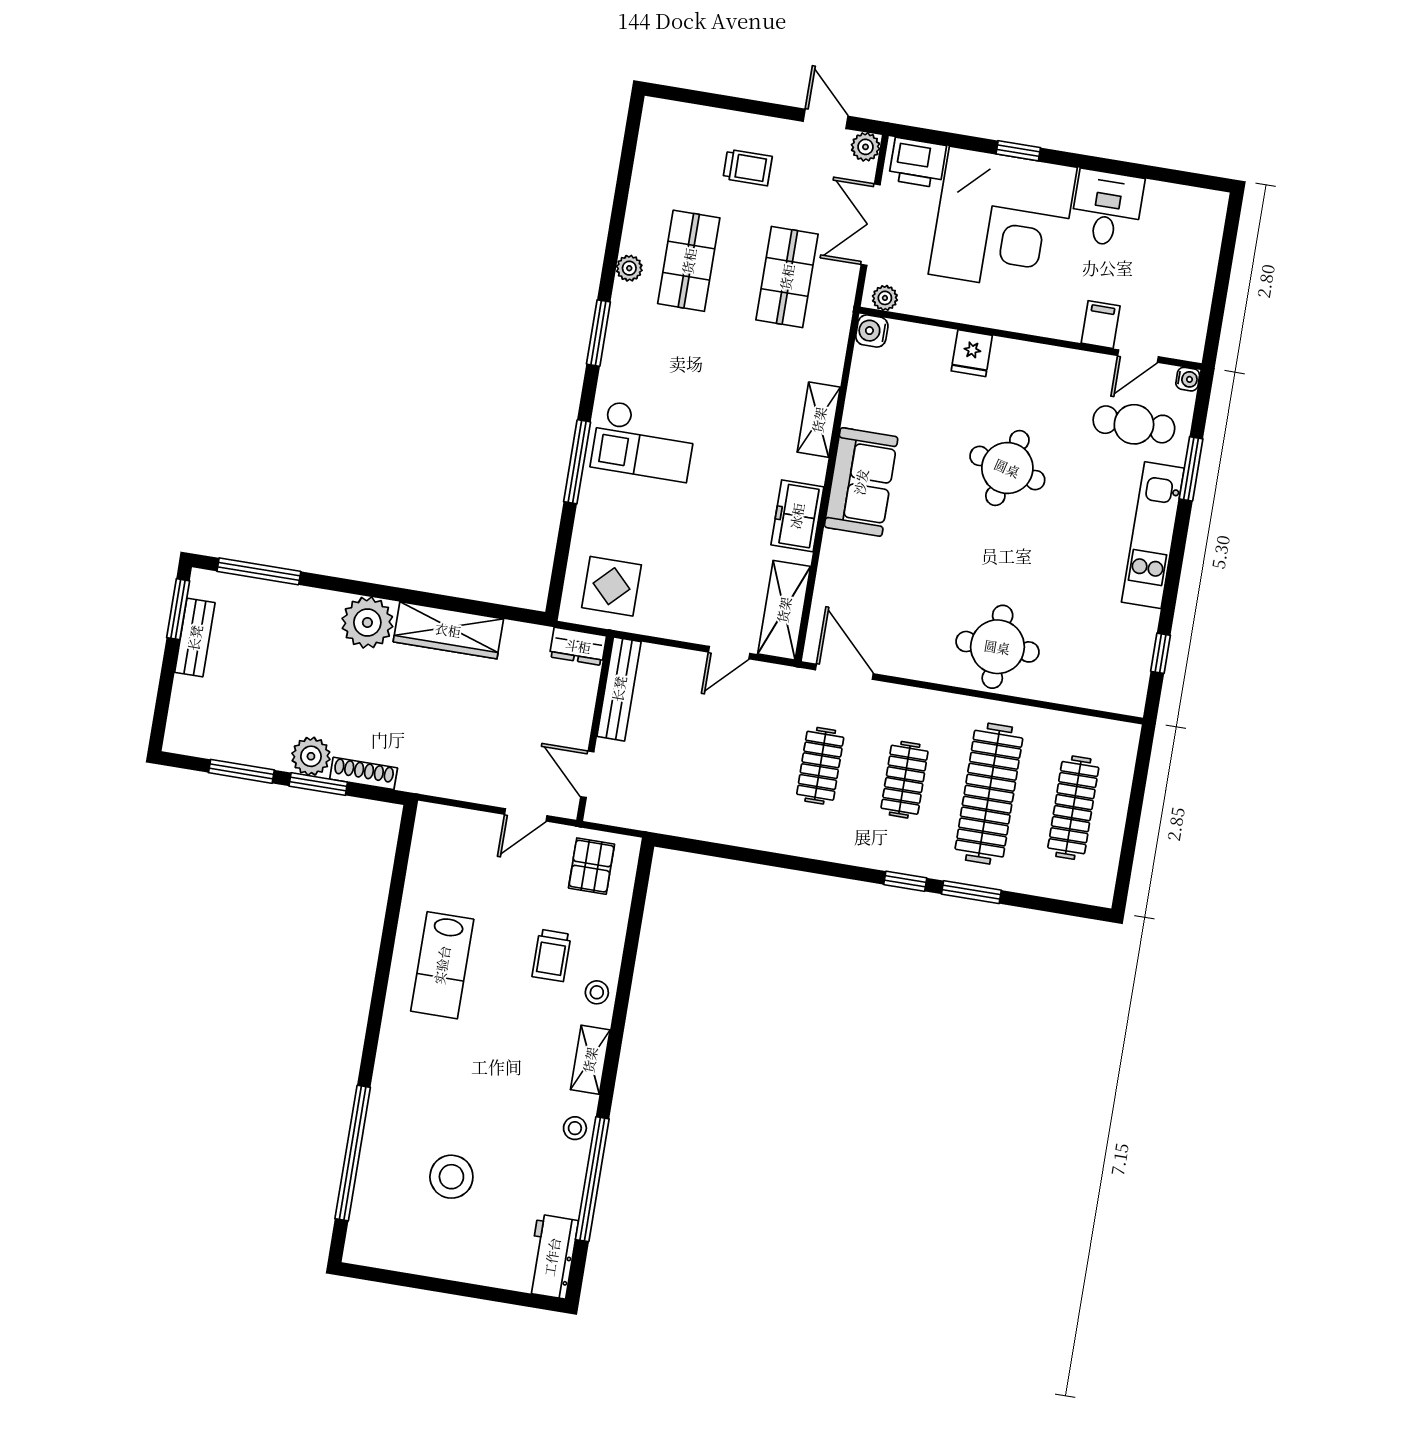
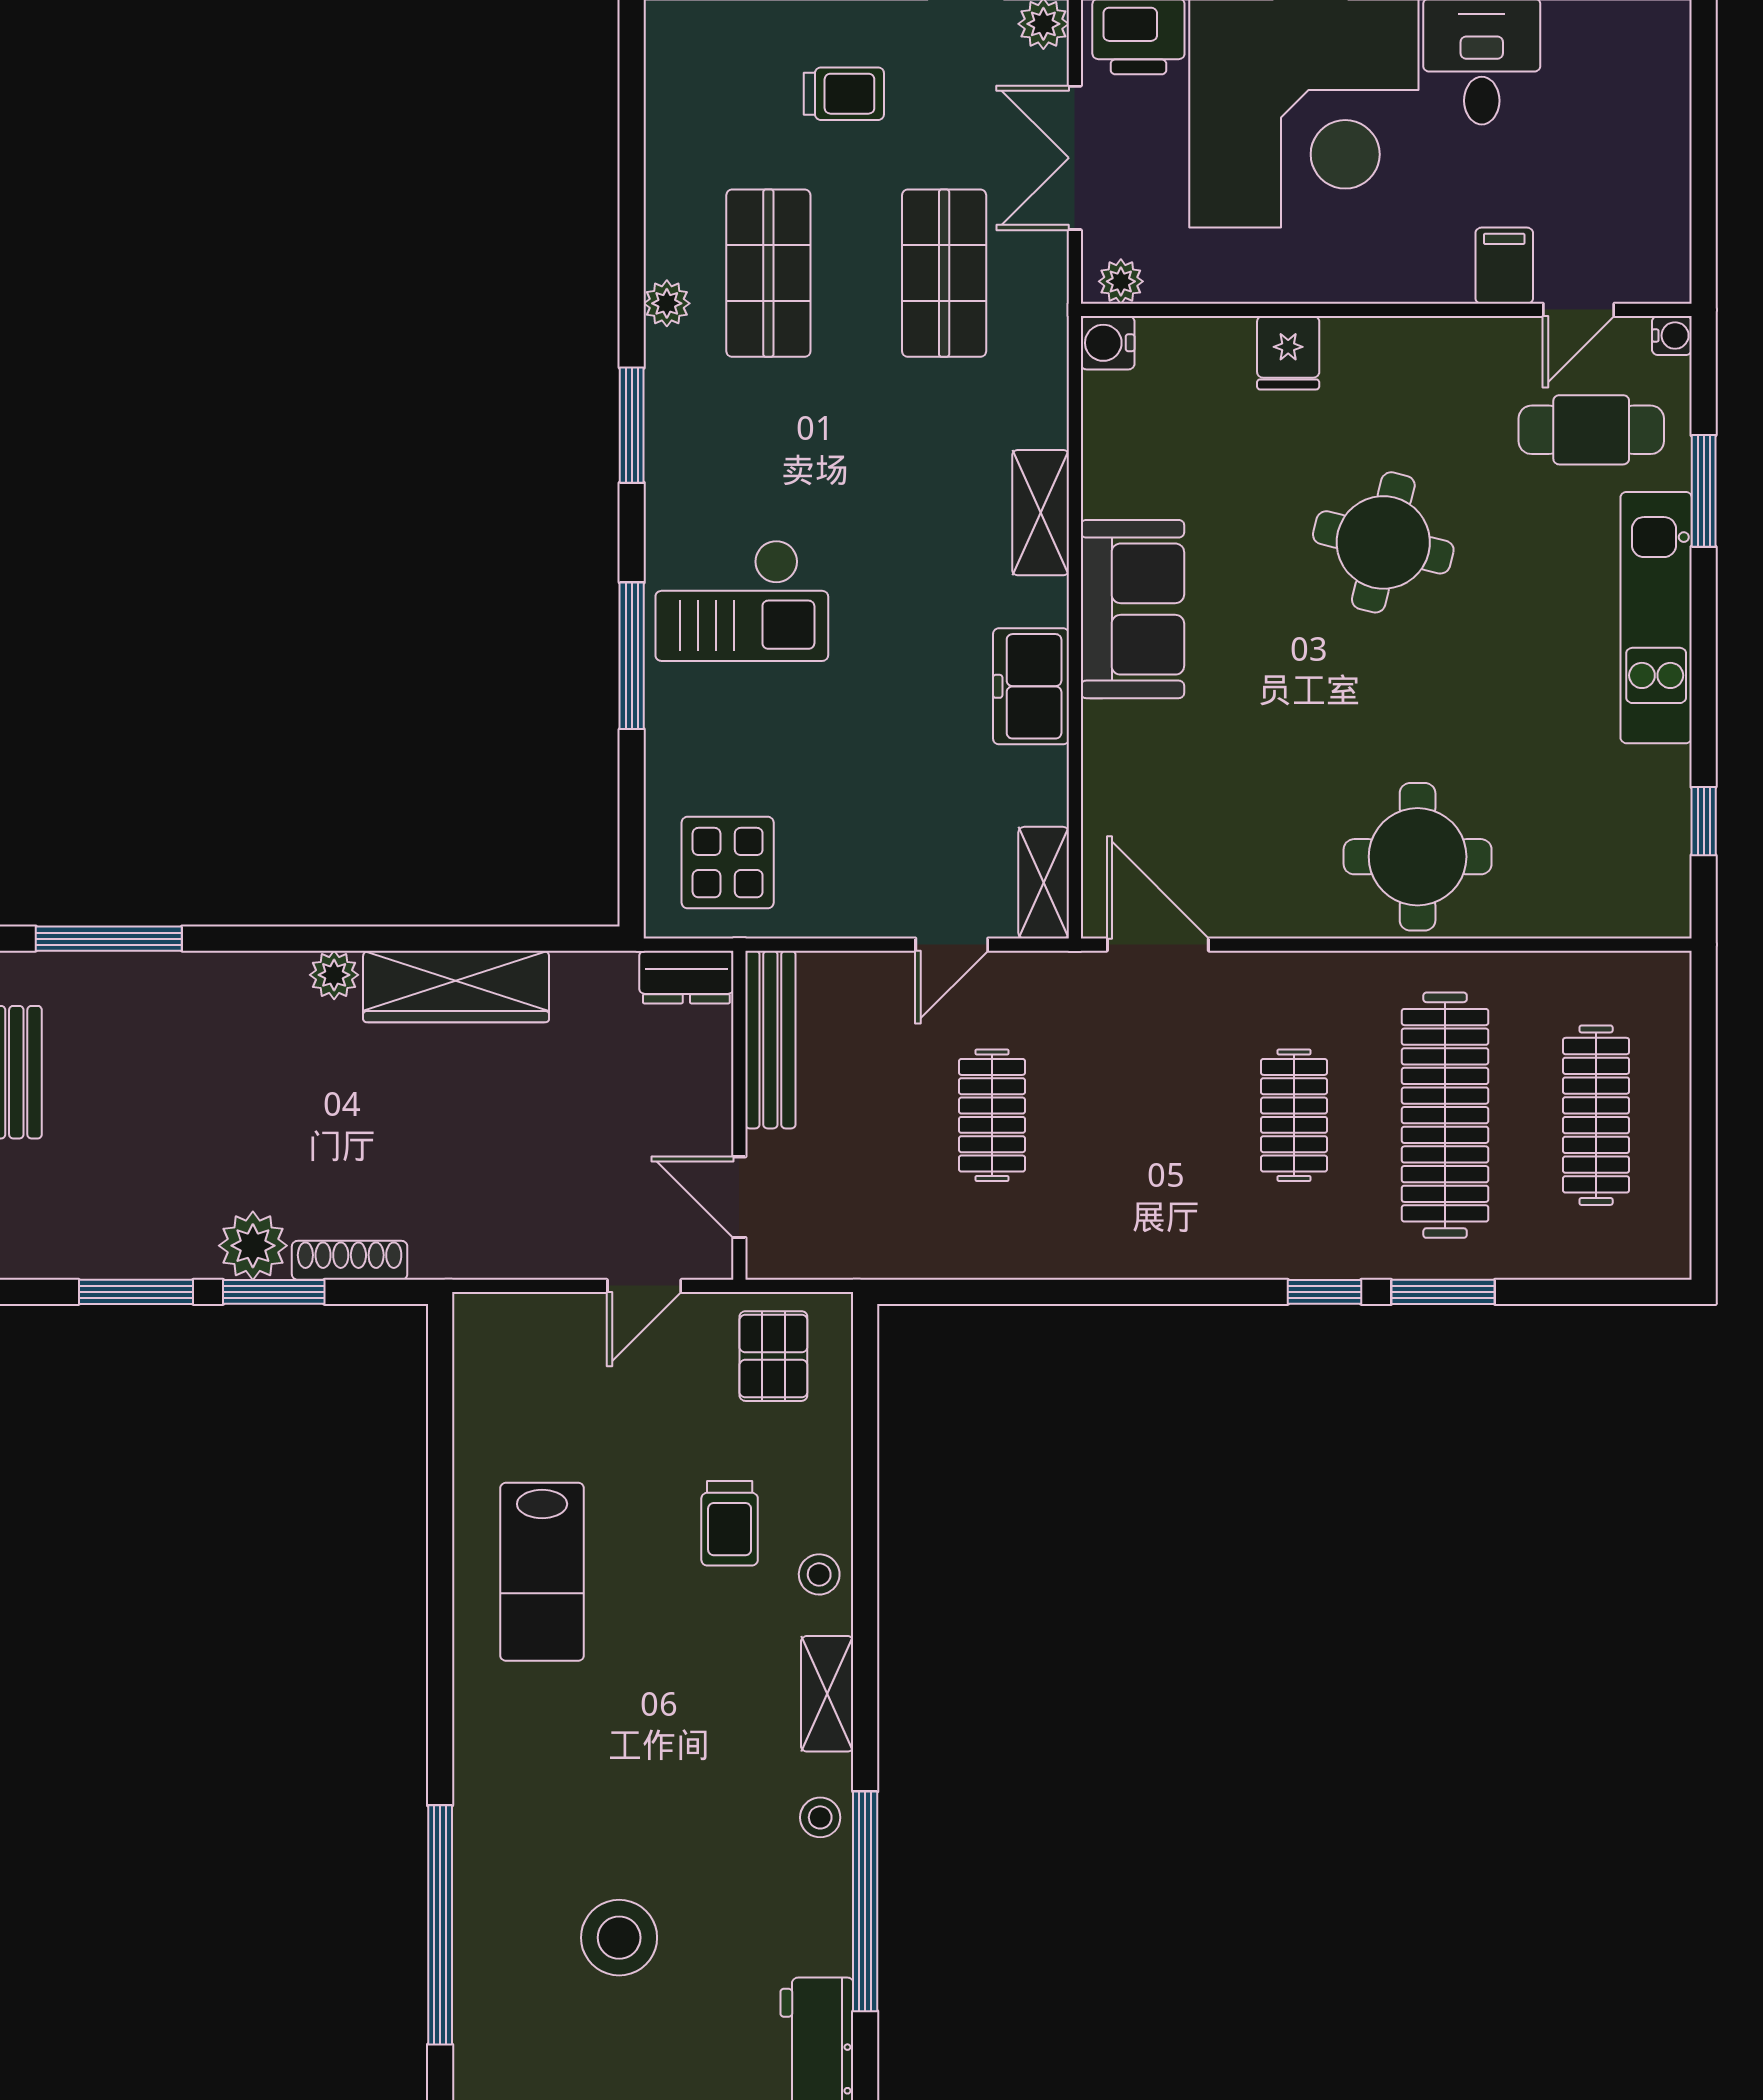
shelving: (784, 610) -> (1044, 883), width x0.67, depth x0.75
plant: (367, 622) -> (334, 975), width x0.53, depth x0.53
clothes rail: (820, 766) -> (992, 1115), moved

